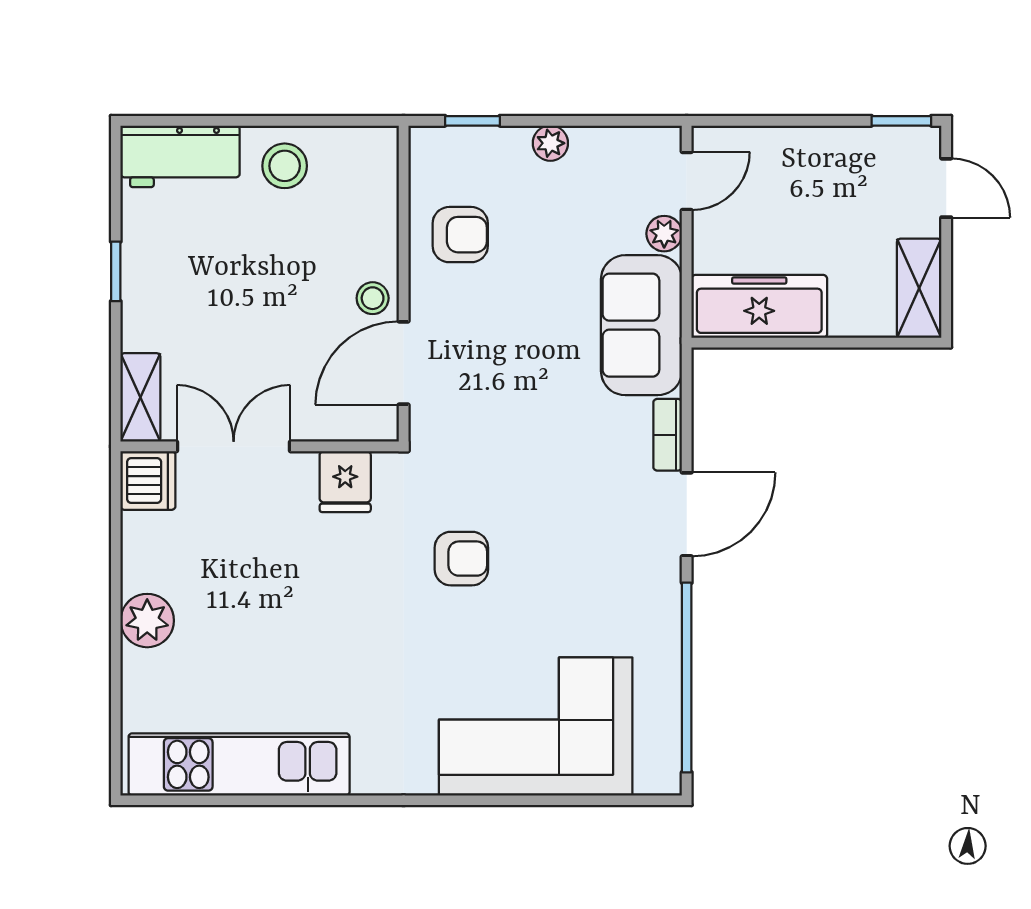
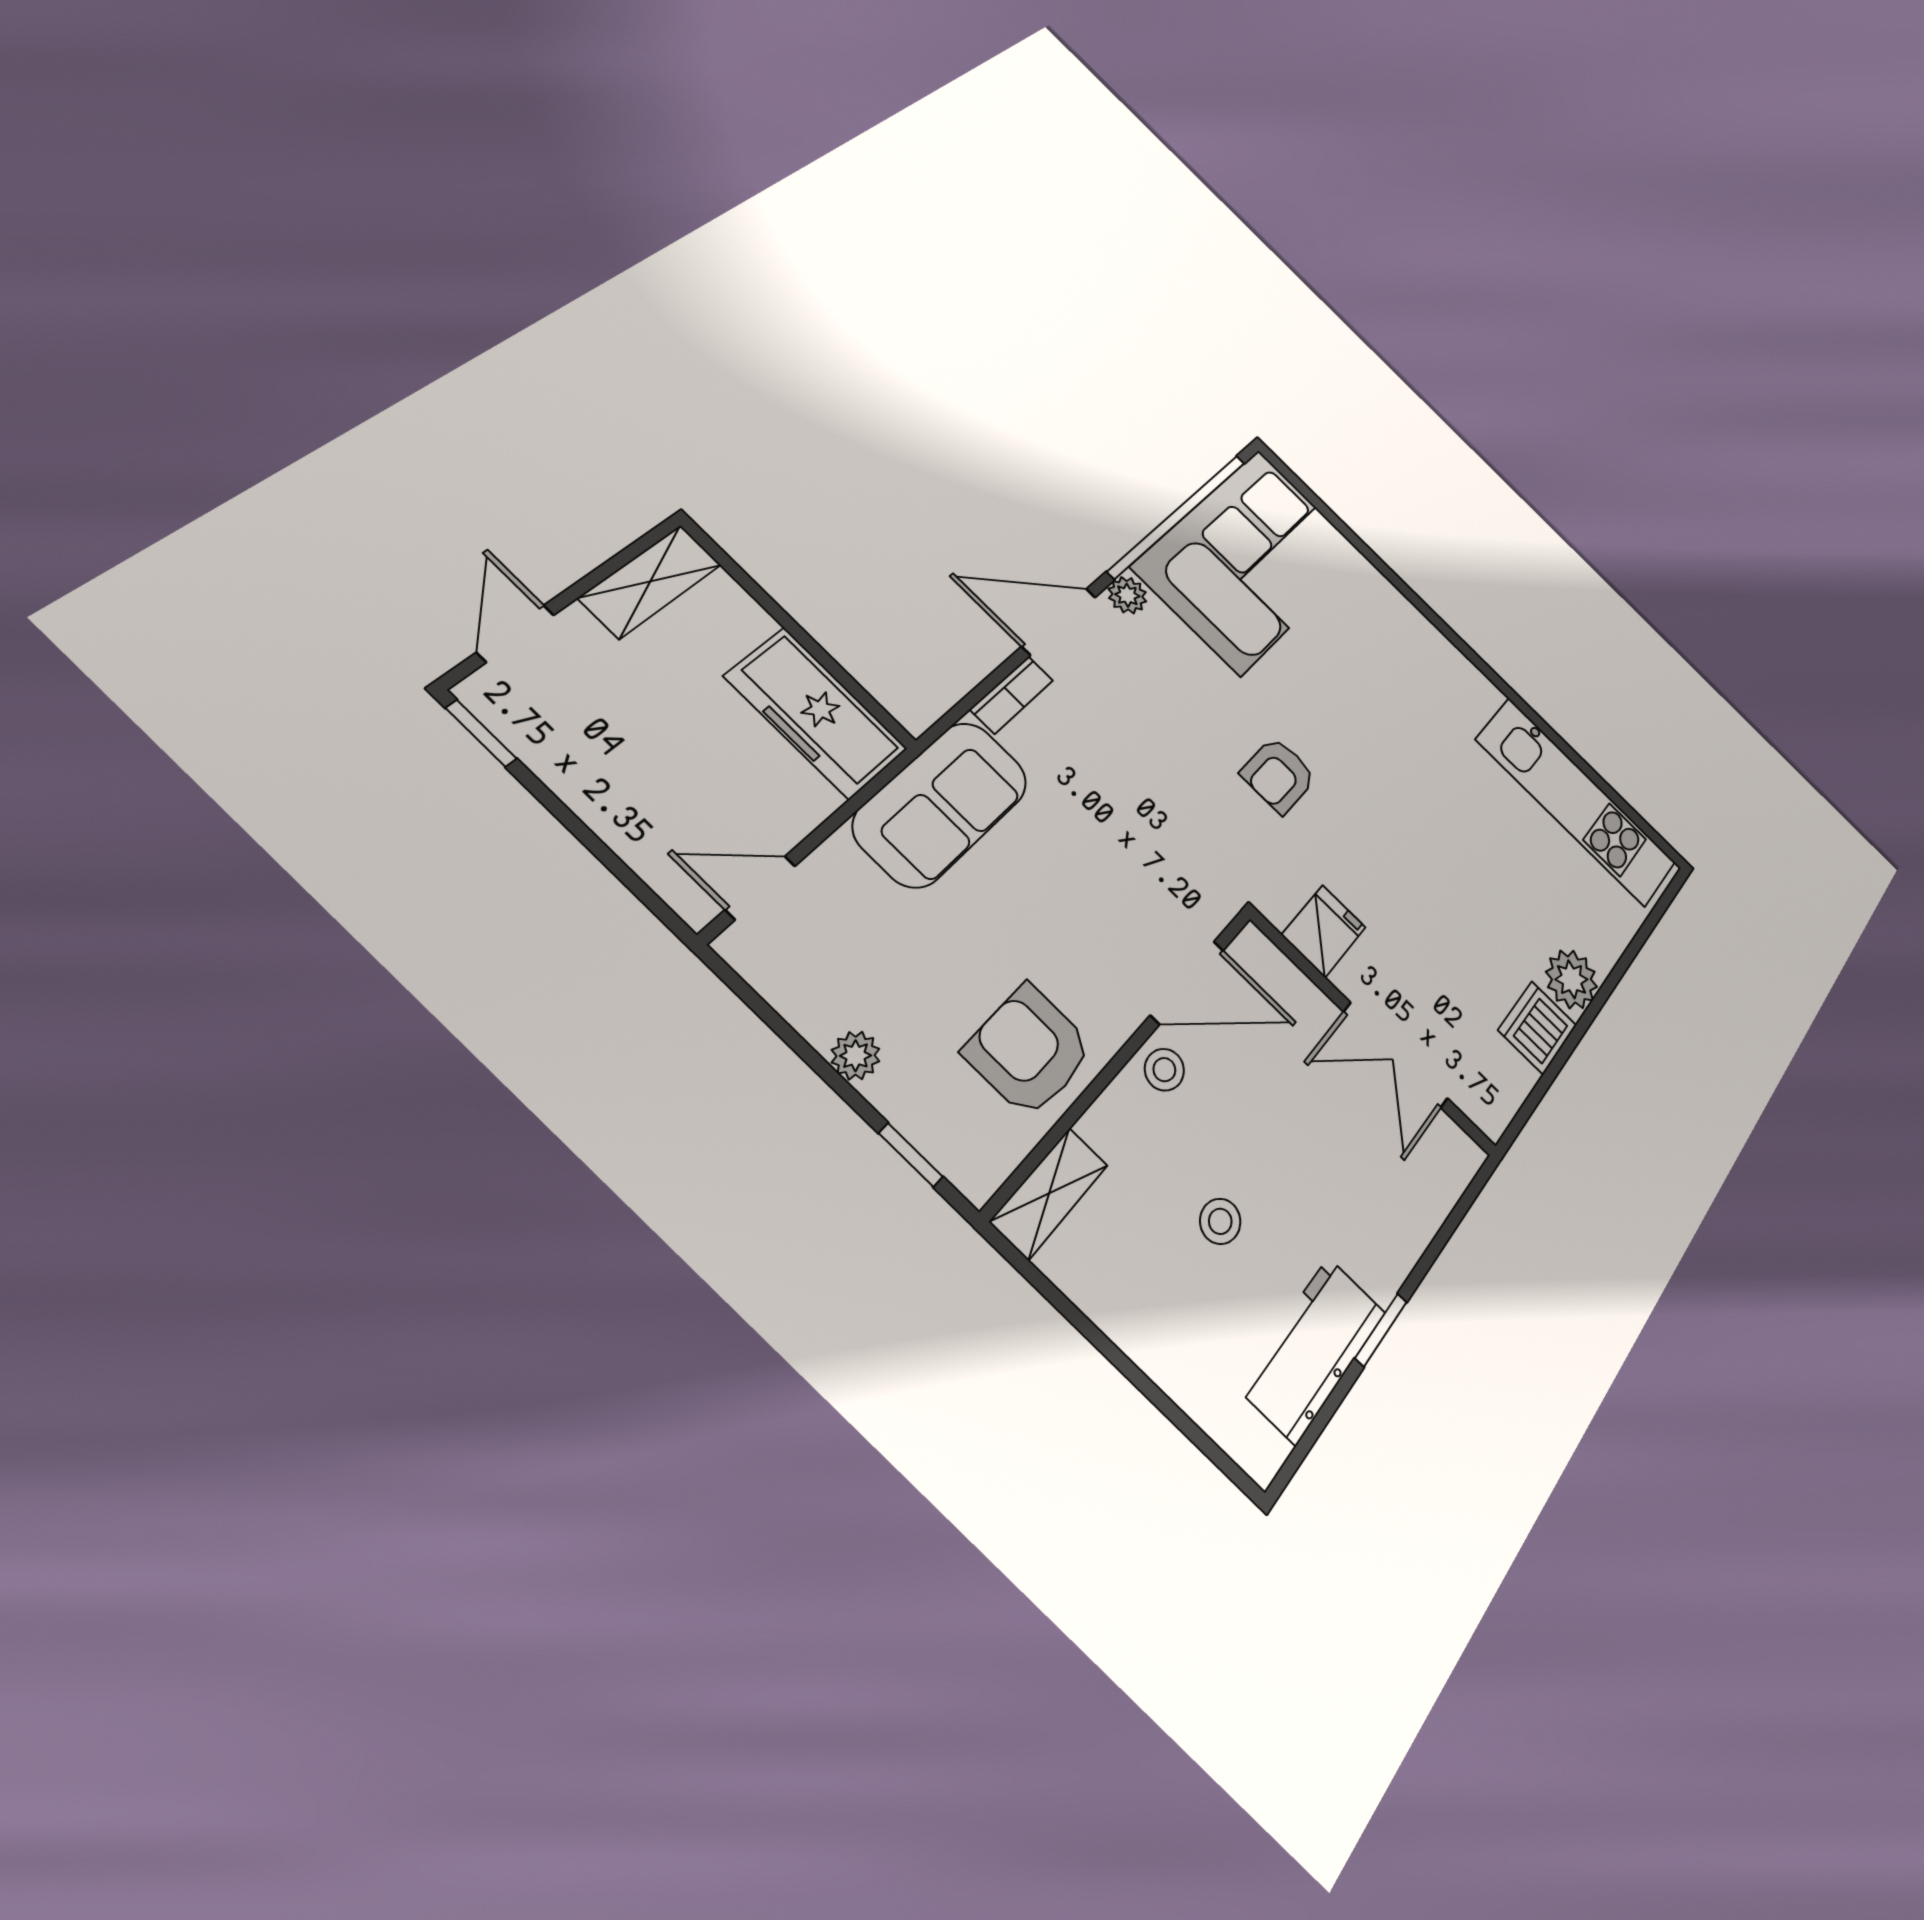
workbench: (180, 156) -> (1313, 1349), moved, turned -90
stool: (285, 166) -> (1220, 1221), moved, width x0.73, depth x0.73
plant: (664, 234) -> (1127, 595), moved
armchair: (460, 235) -> (1029, 1050), width x1.38, depth x1.38
shelving: (140, 397) -> (1049, 1193), moved
dishwasher: (148, 481) -> (1537, 1028), moved
armchair: (461, 559) -> (1279, 775), turned -90
corner sofa: (536, 727) -> (1250, 560), moved, turned -90

